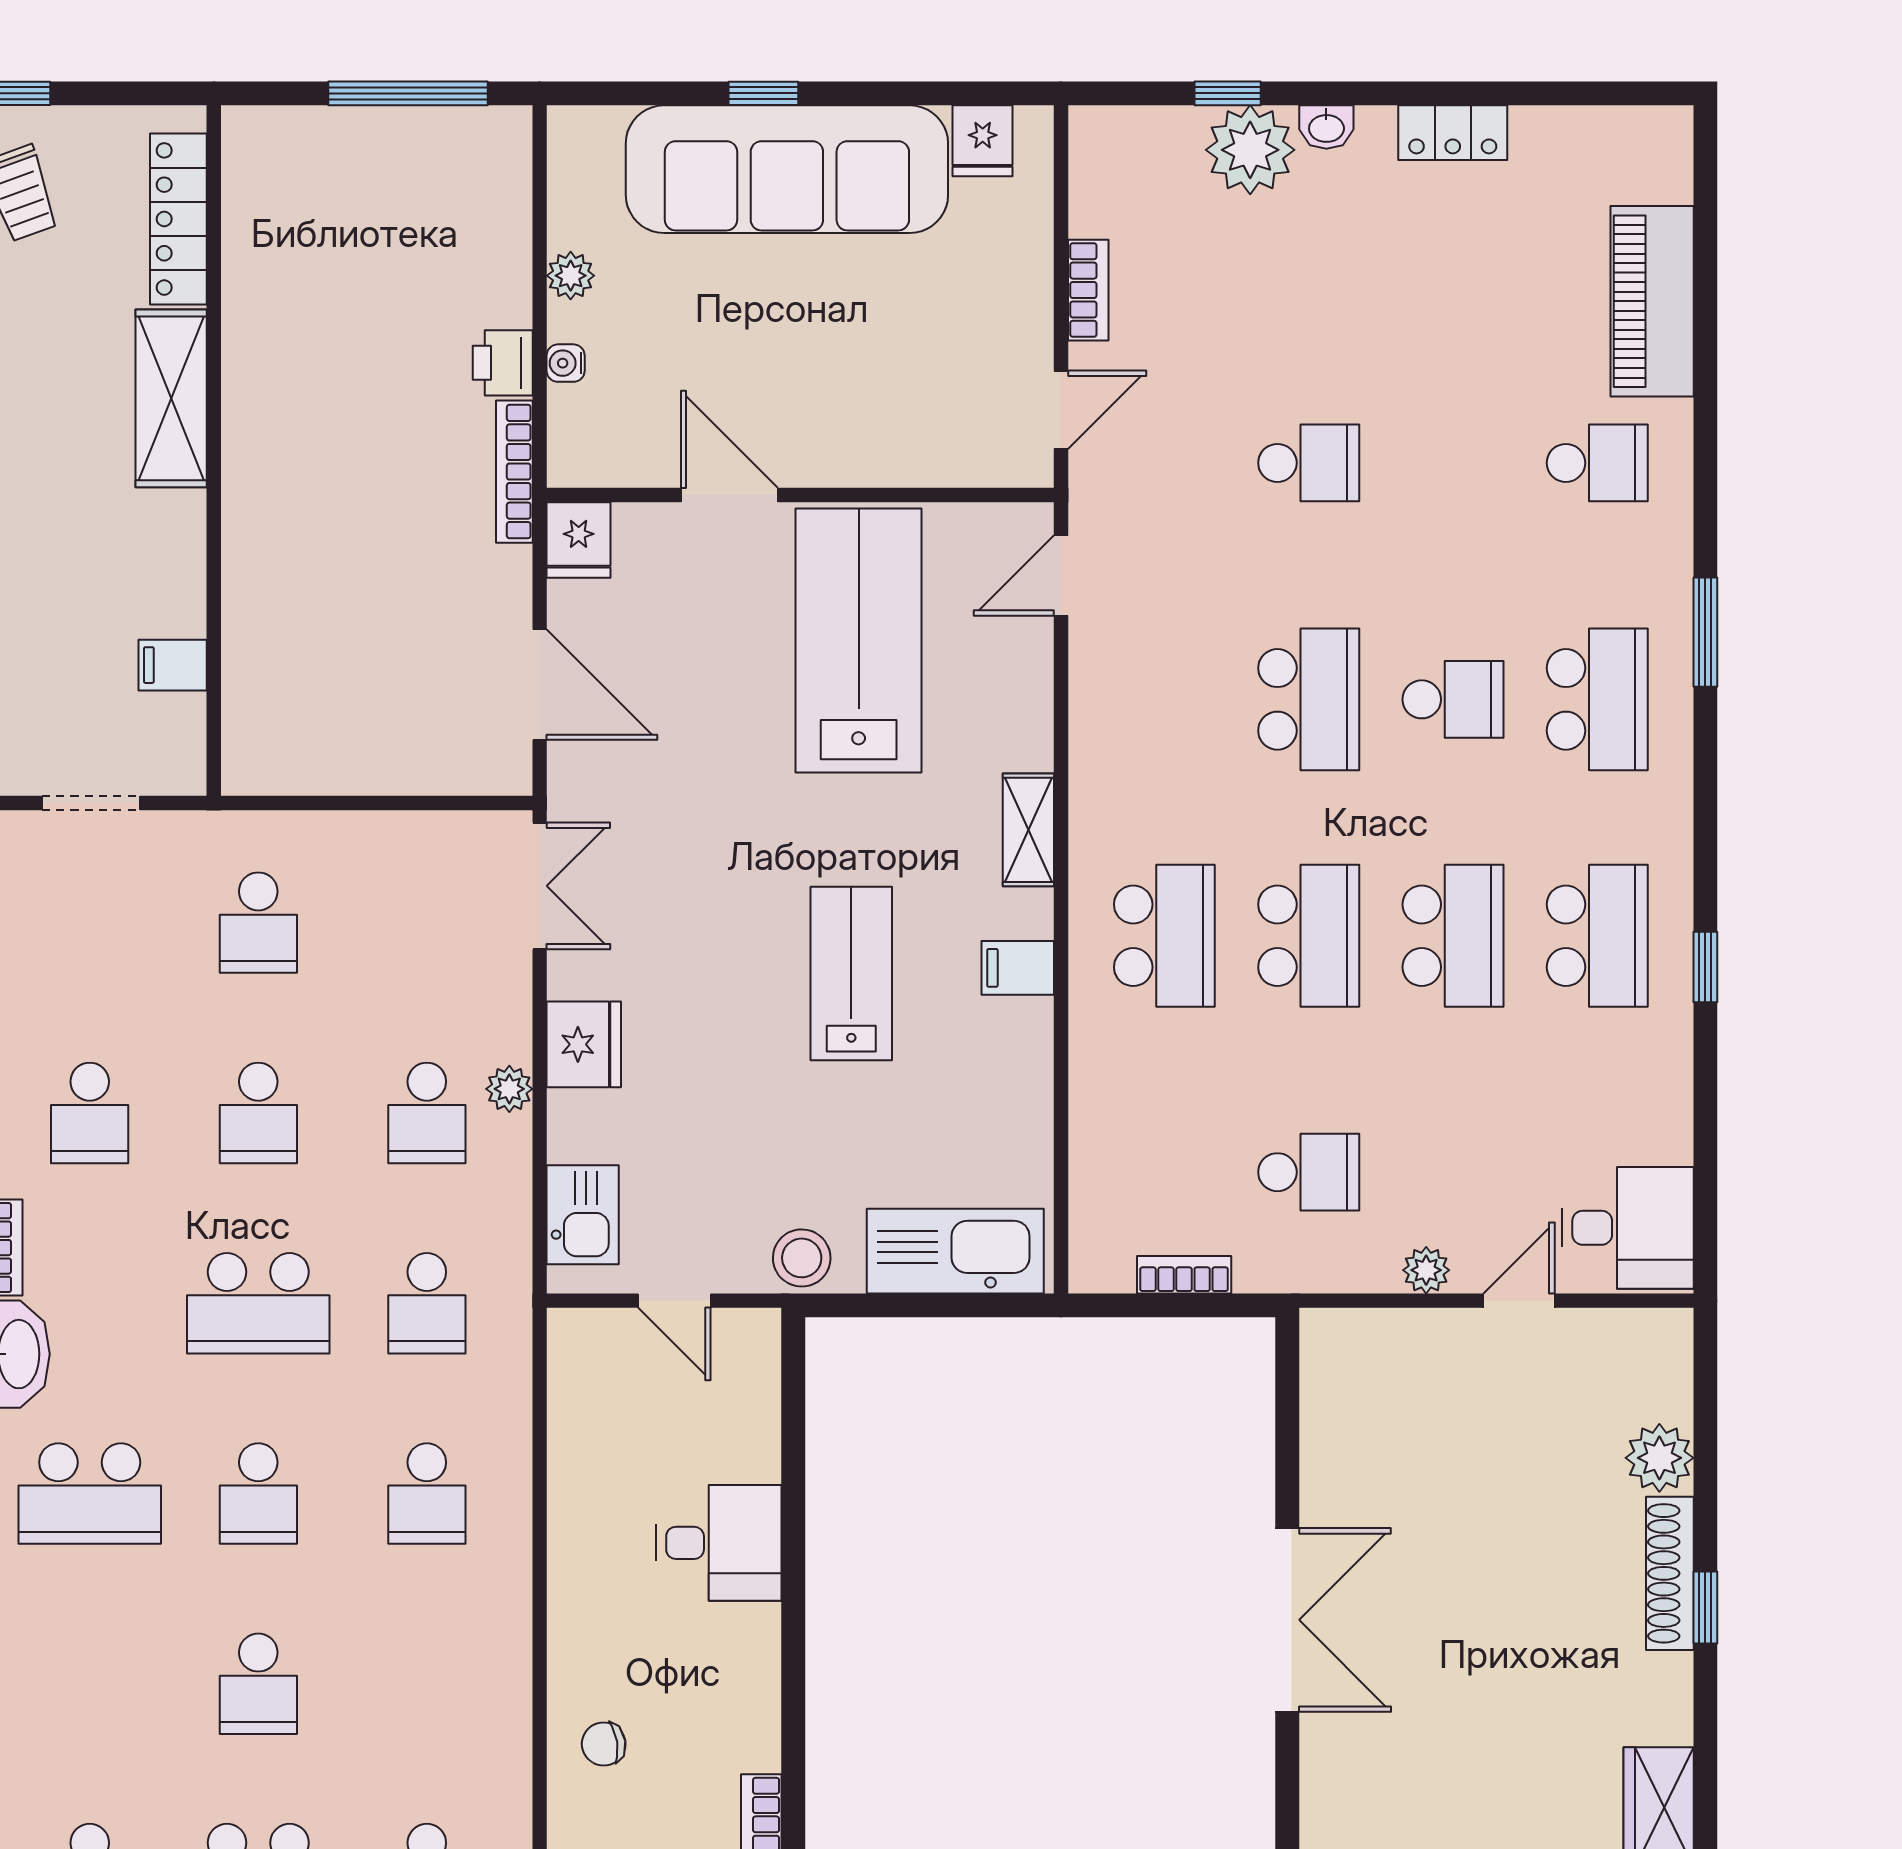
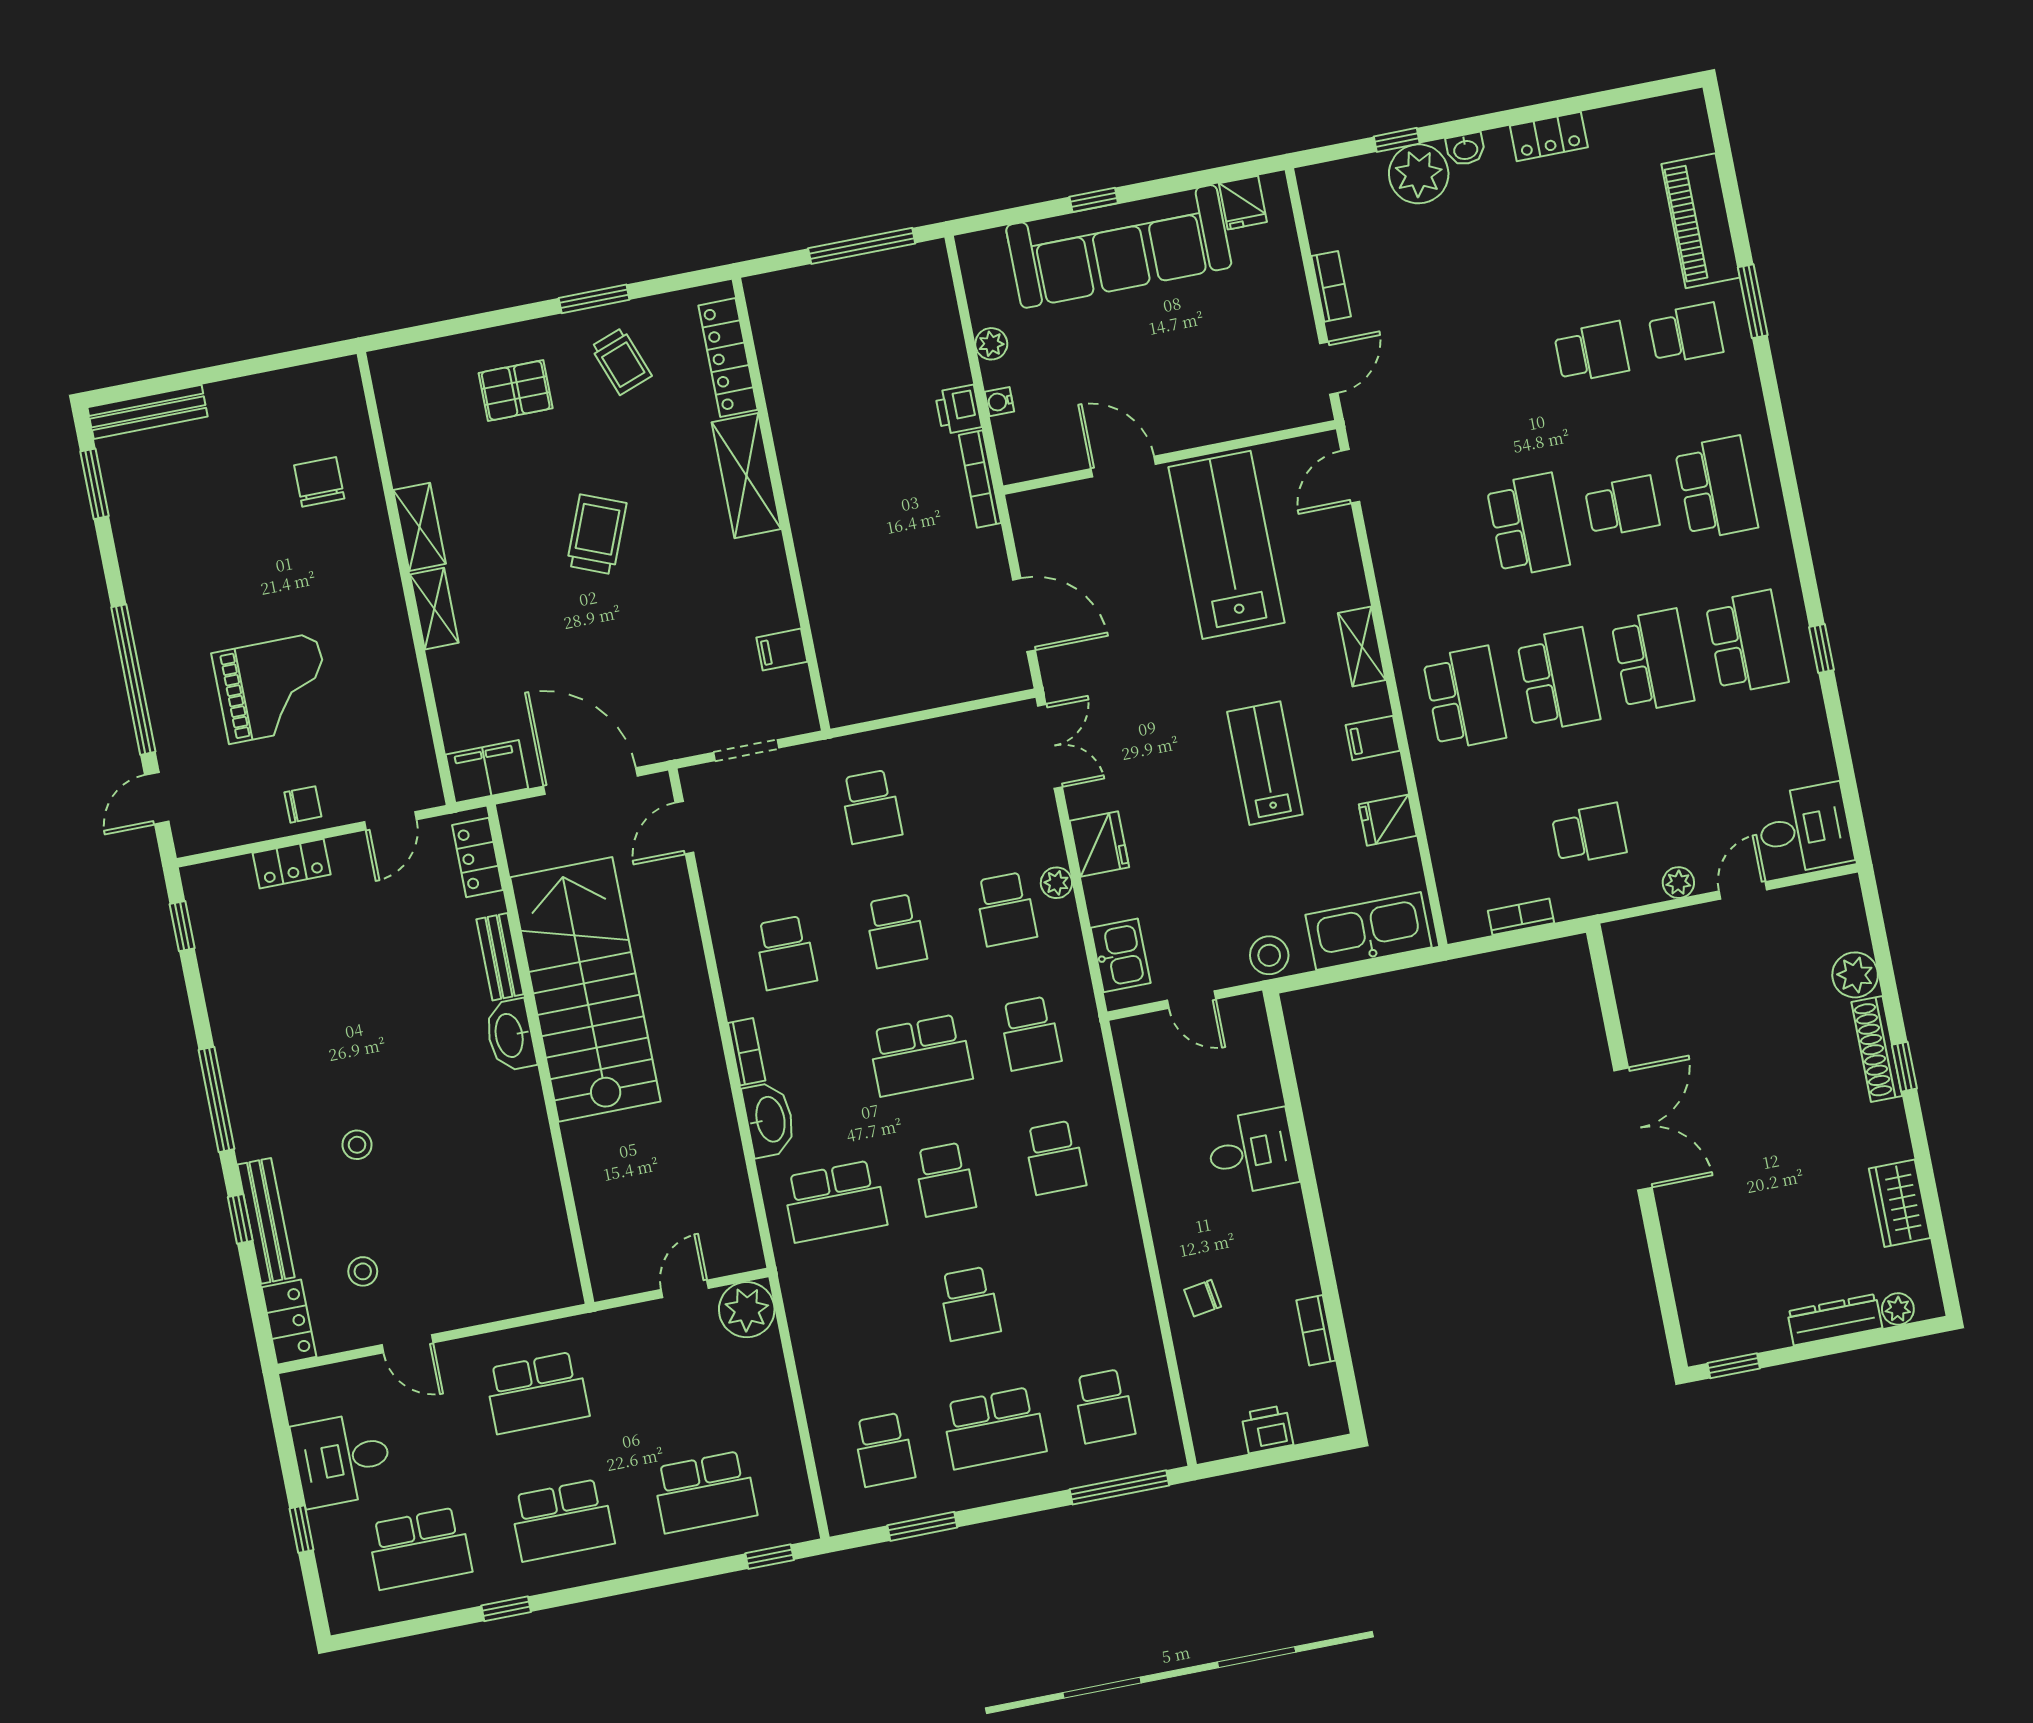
school desk: (1309, 463) -> (1592, 352), moved
fridge: (579, 540) -> (1388, 820), moved, turned 90
window: (1705, 632) -> (1753, 301), moved

